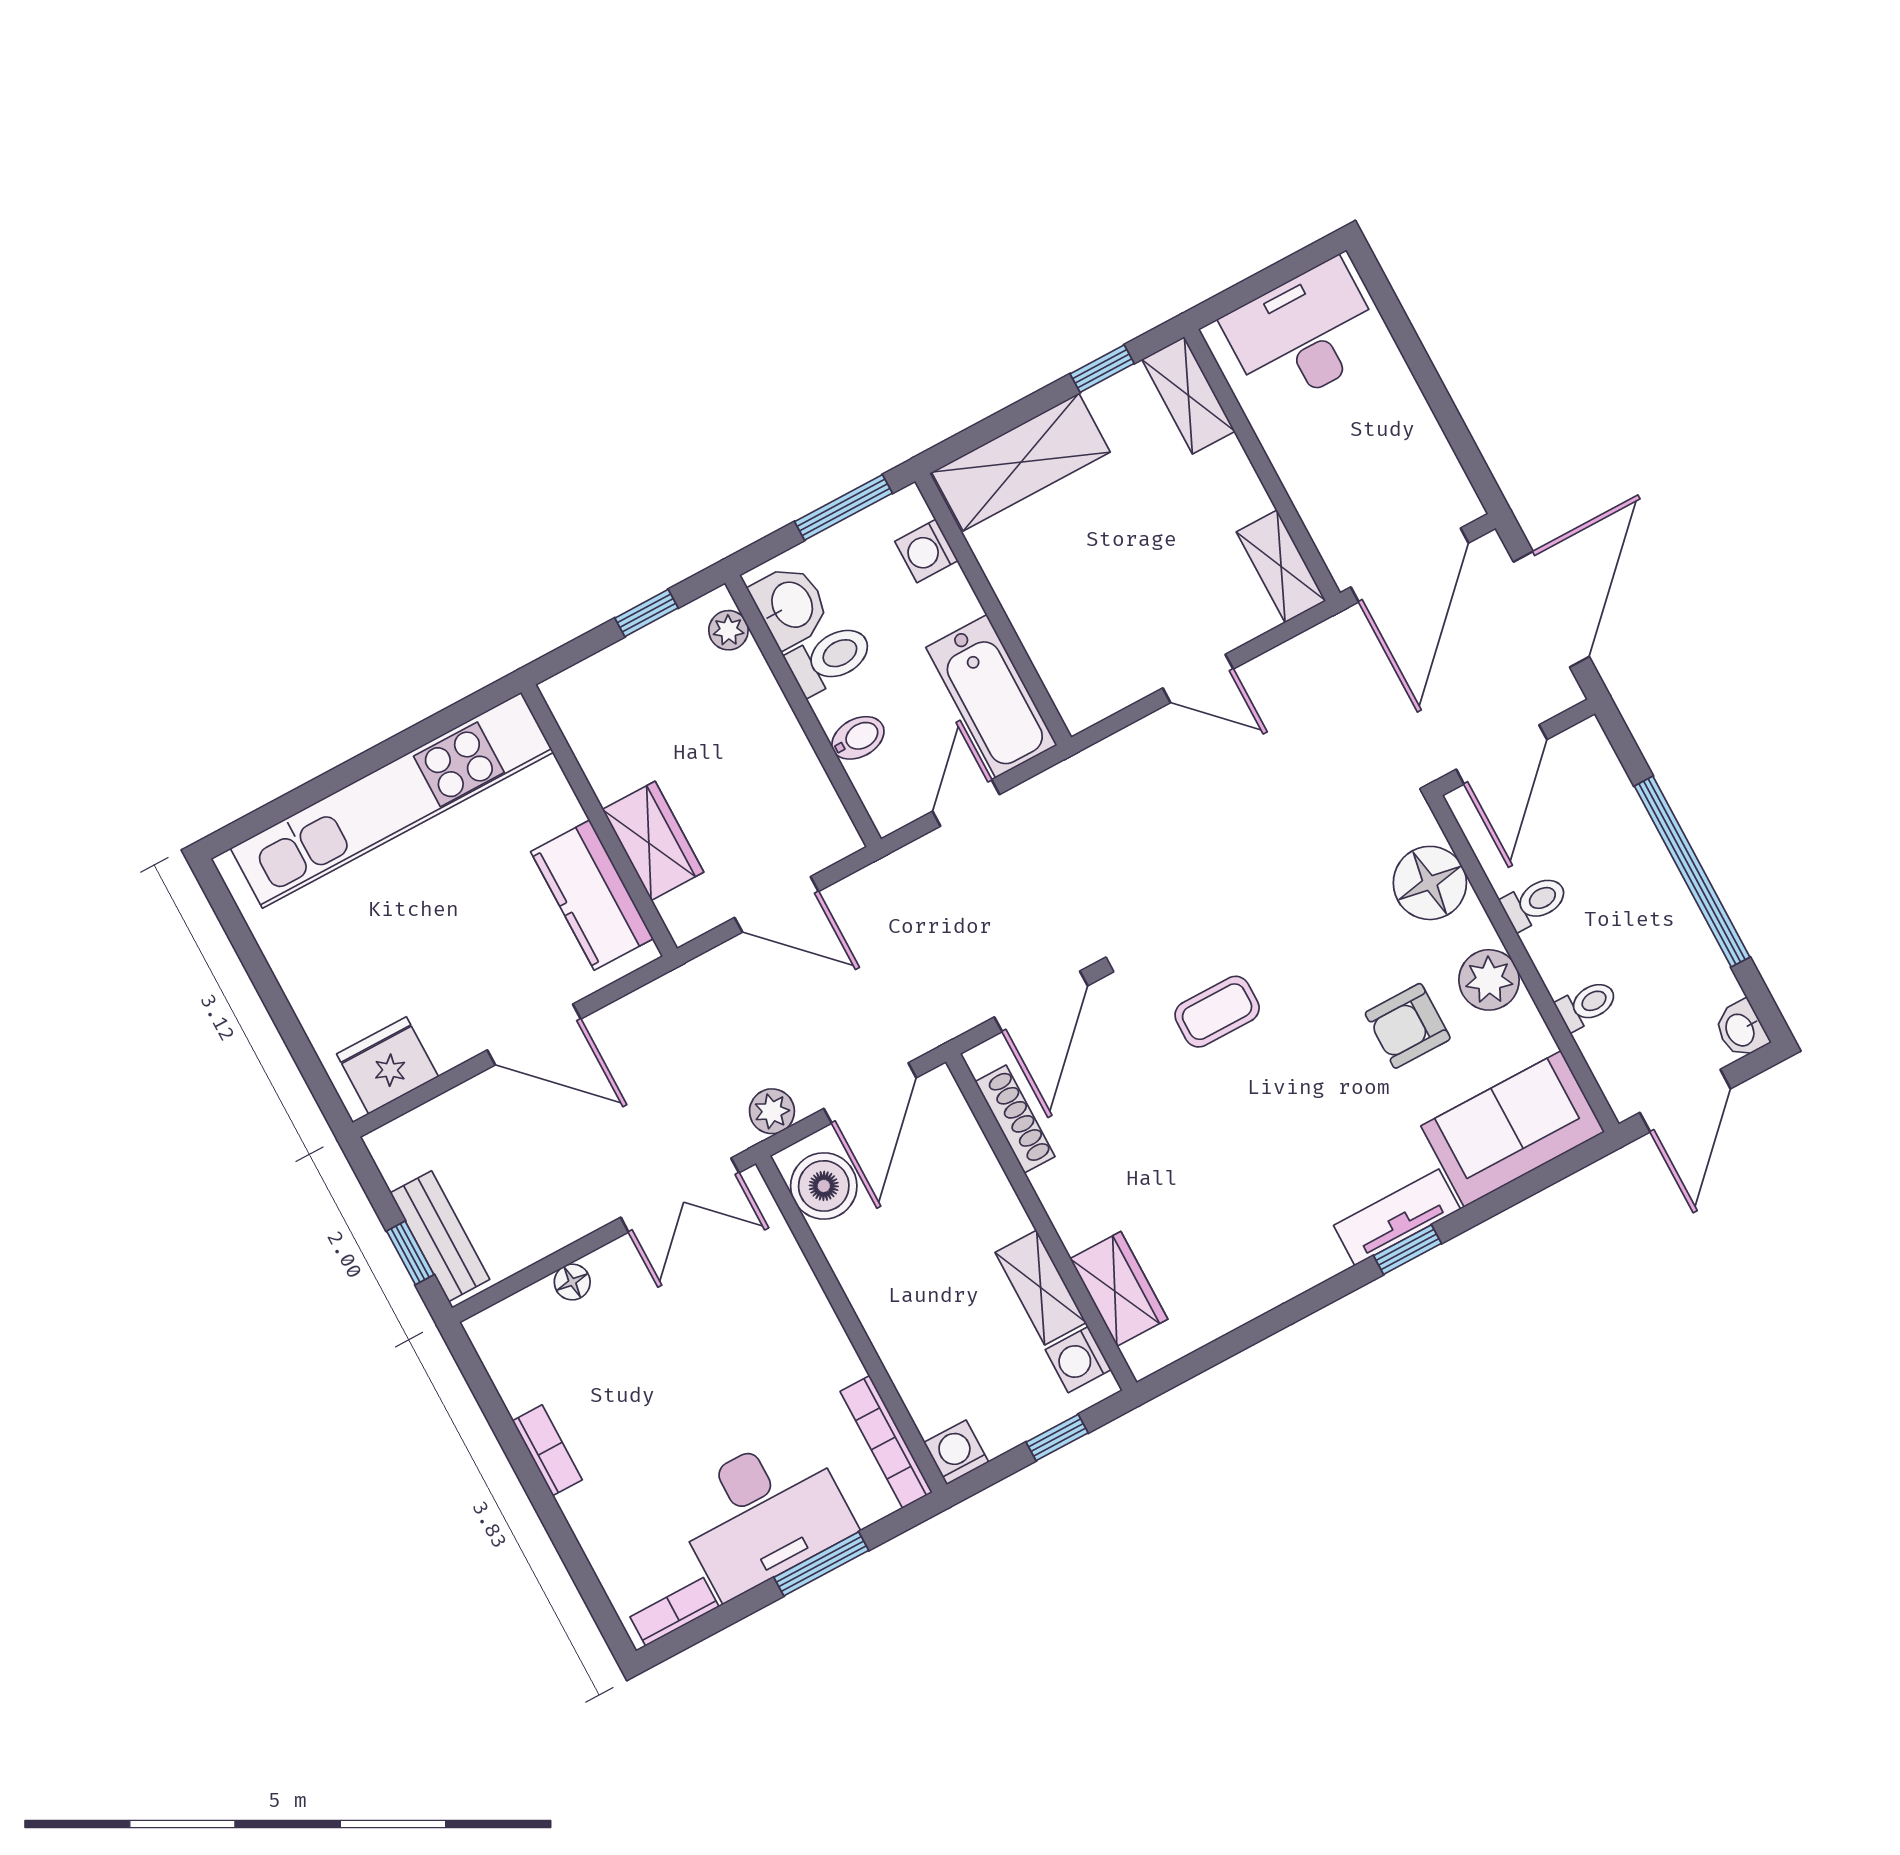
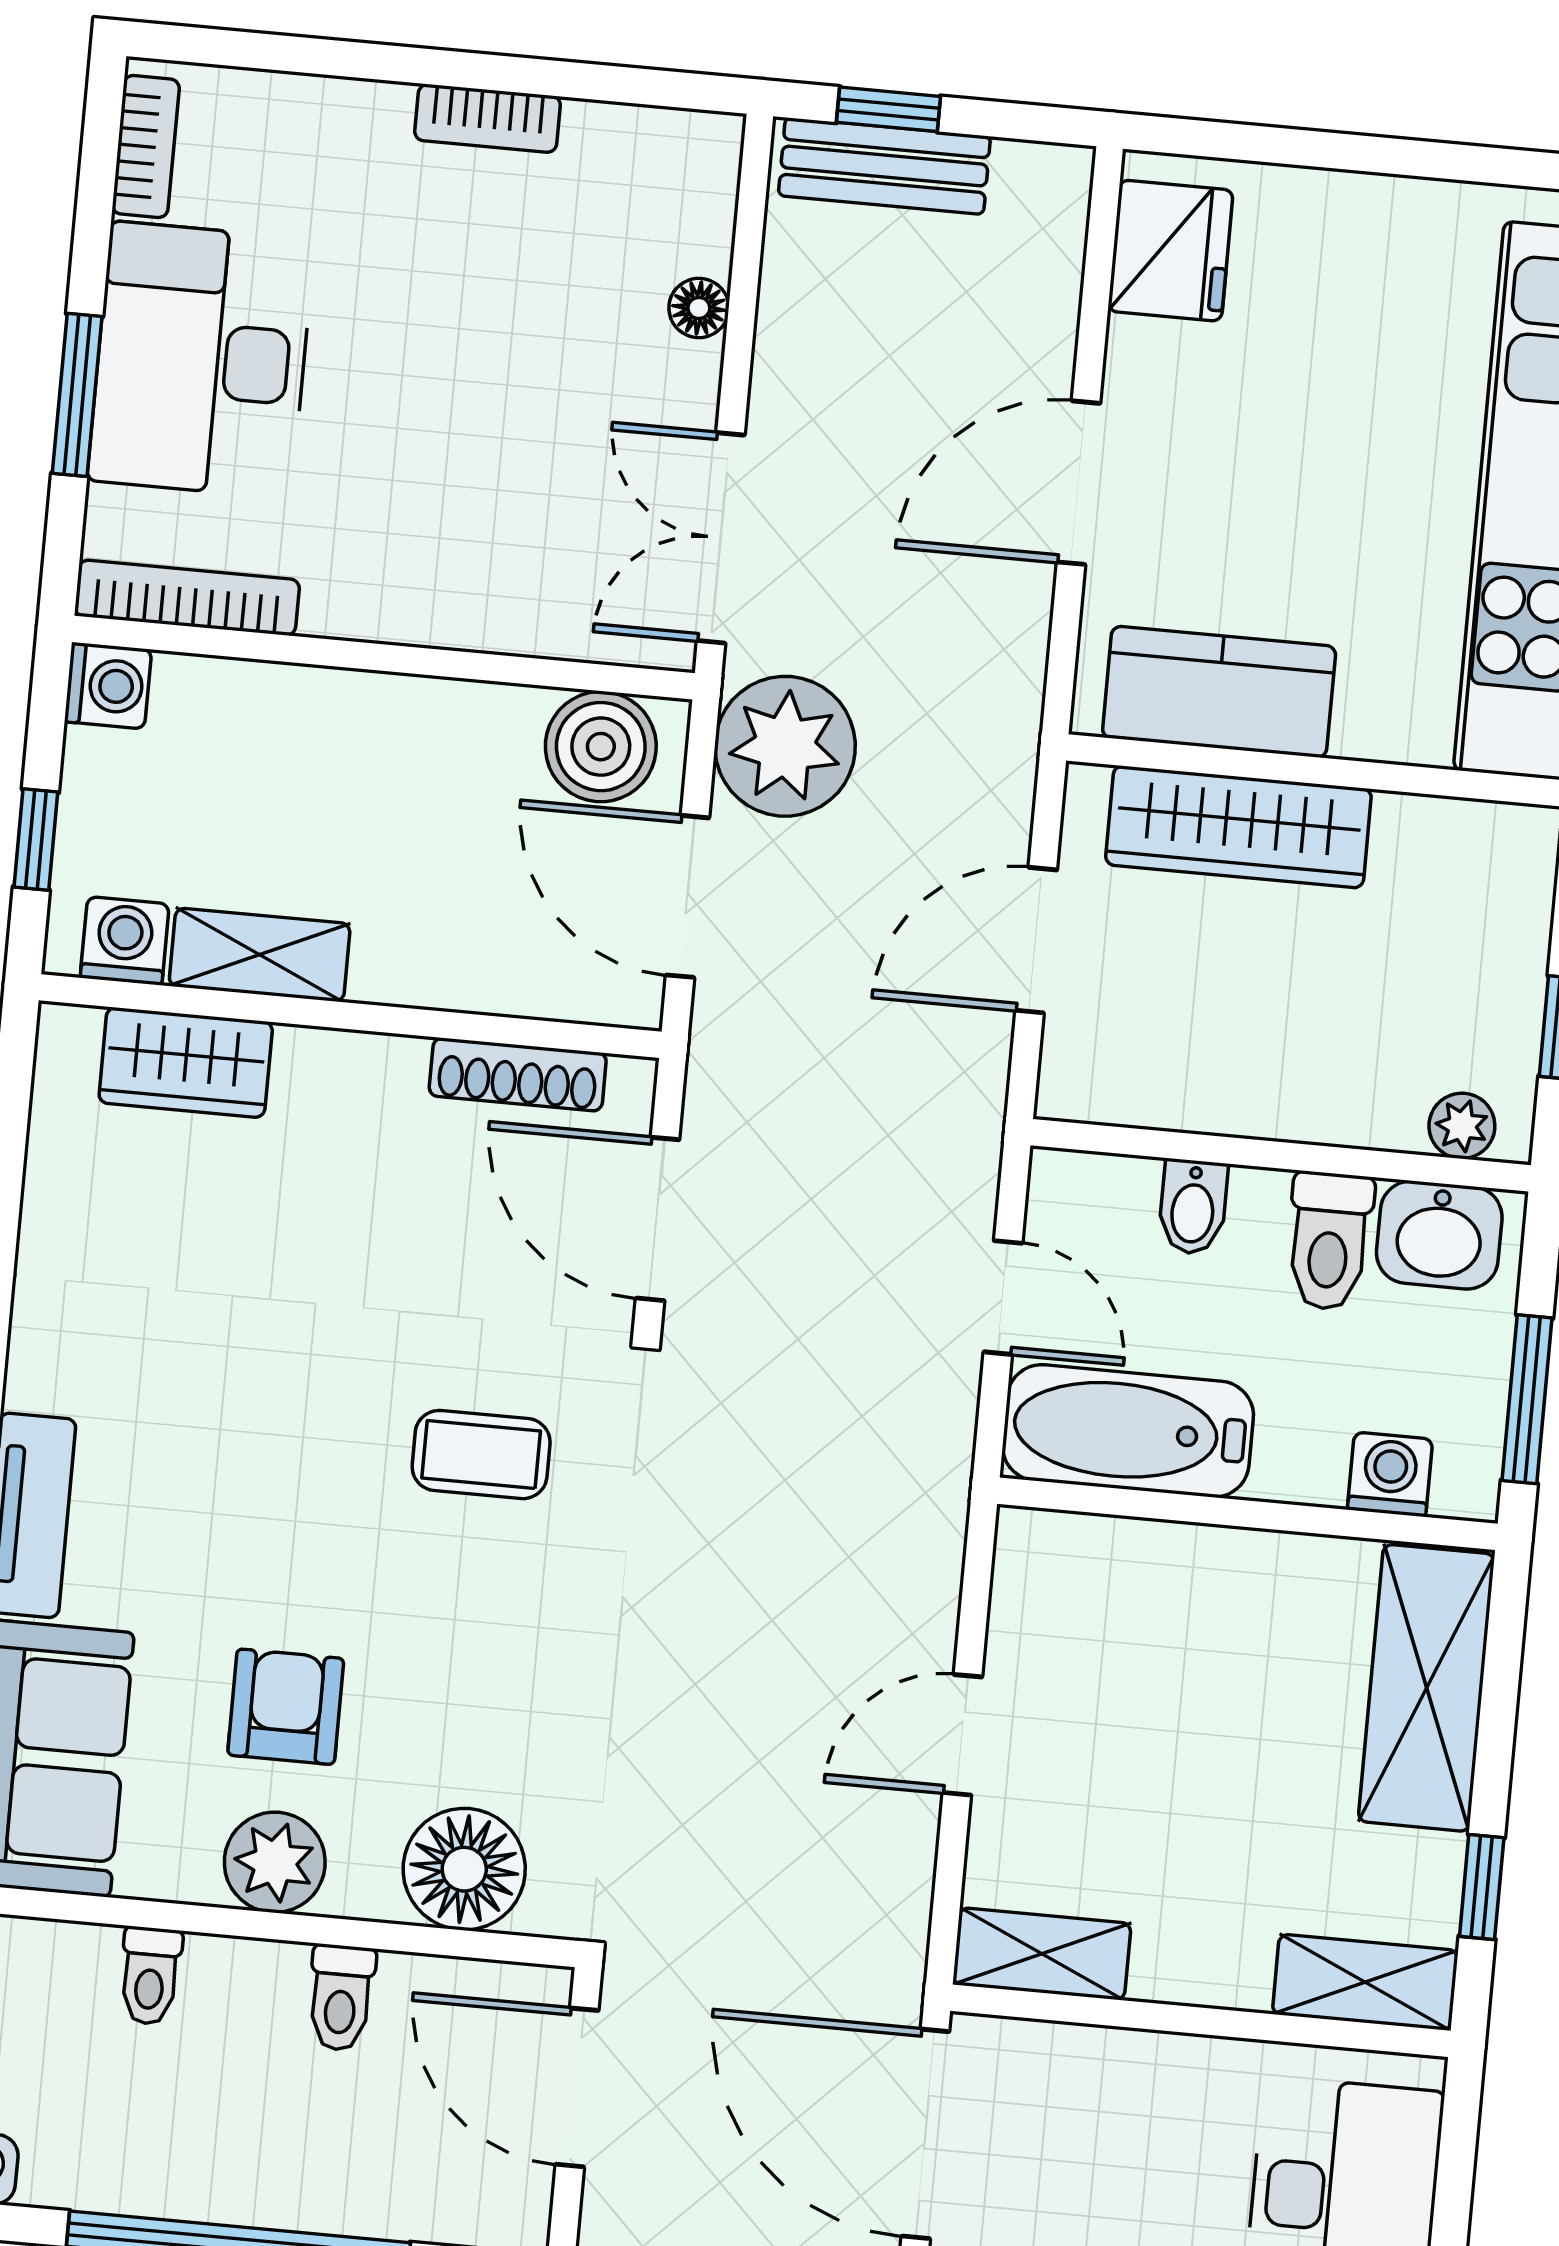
wardrobe: (653, 841) -> (1238, 827), width x1.50
coffee table: (1217, 1012) -> (481, 1455), turned 90
plant: (772, 1111) -> (785, 746), width x1.87, depth x1.87

